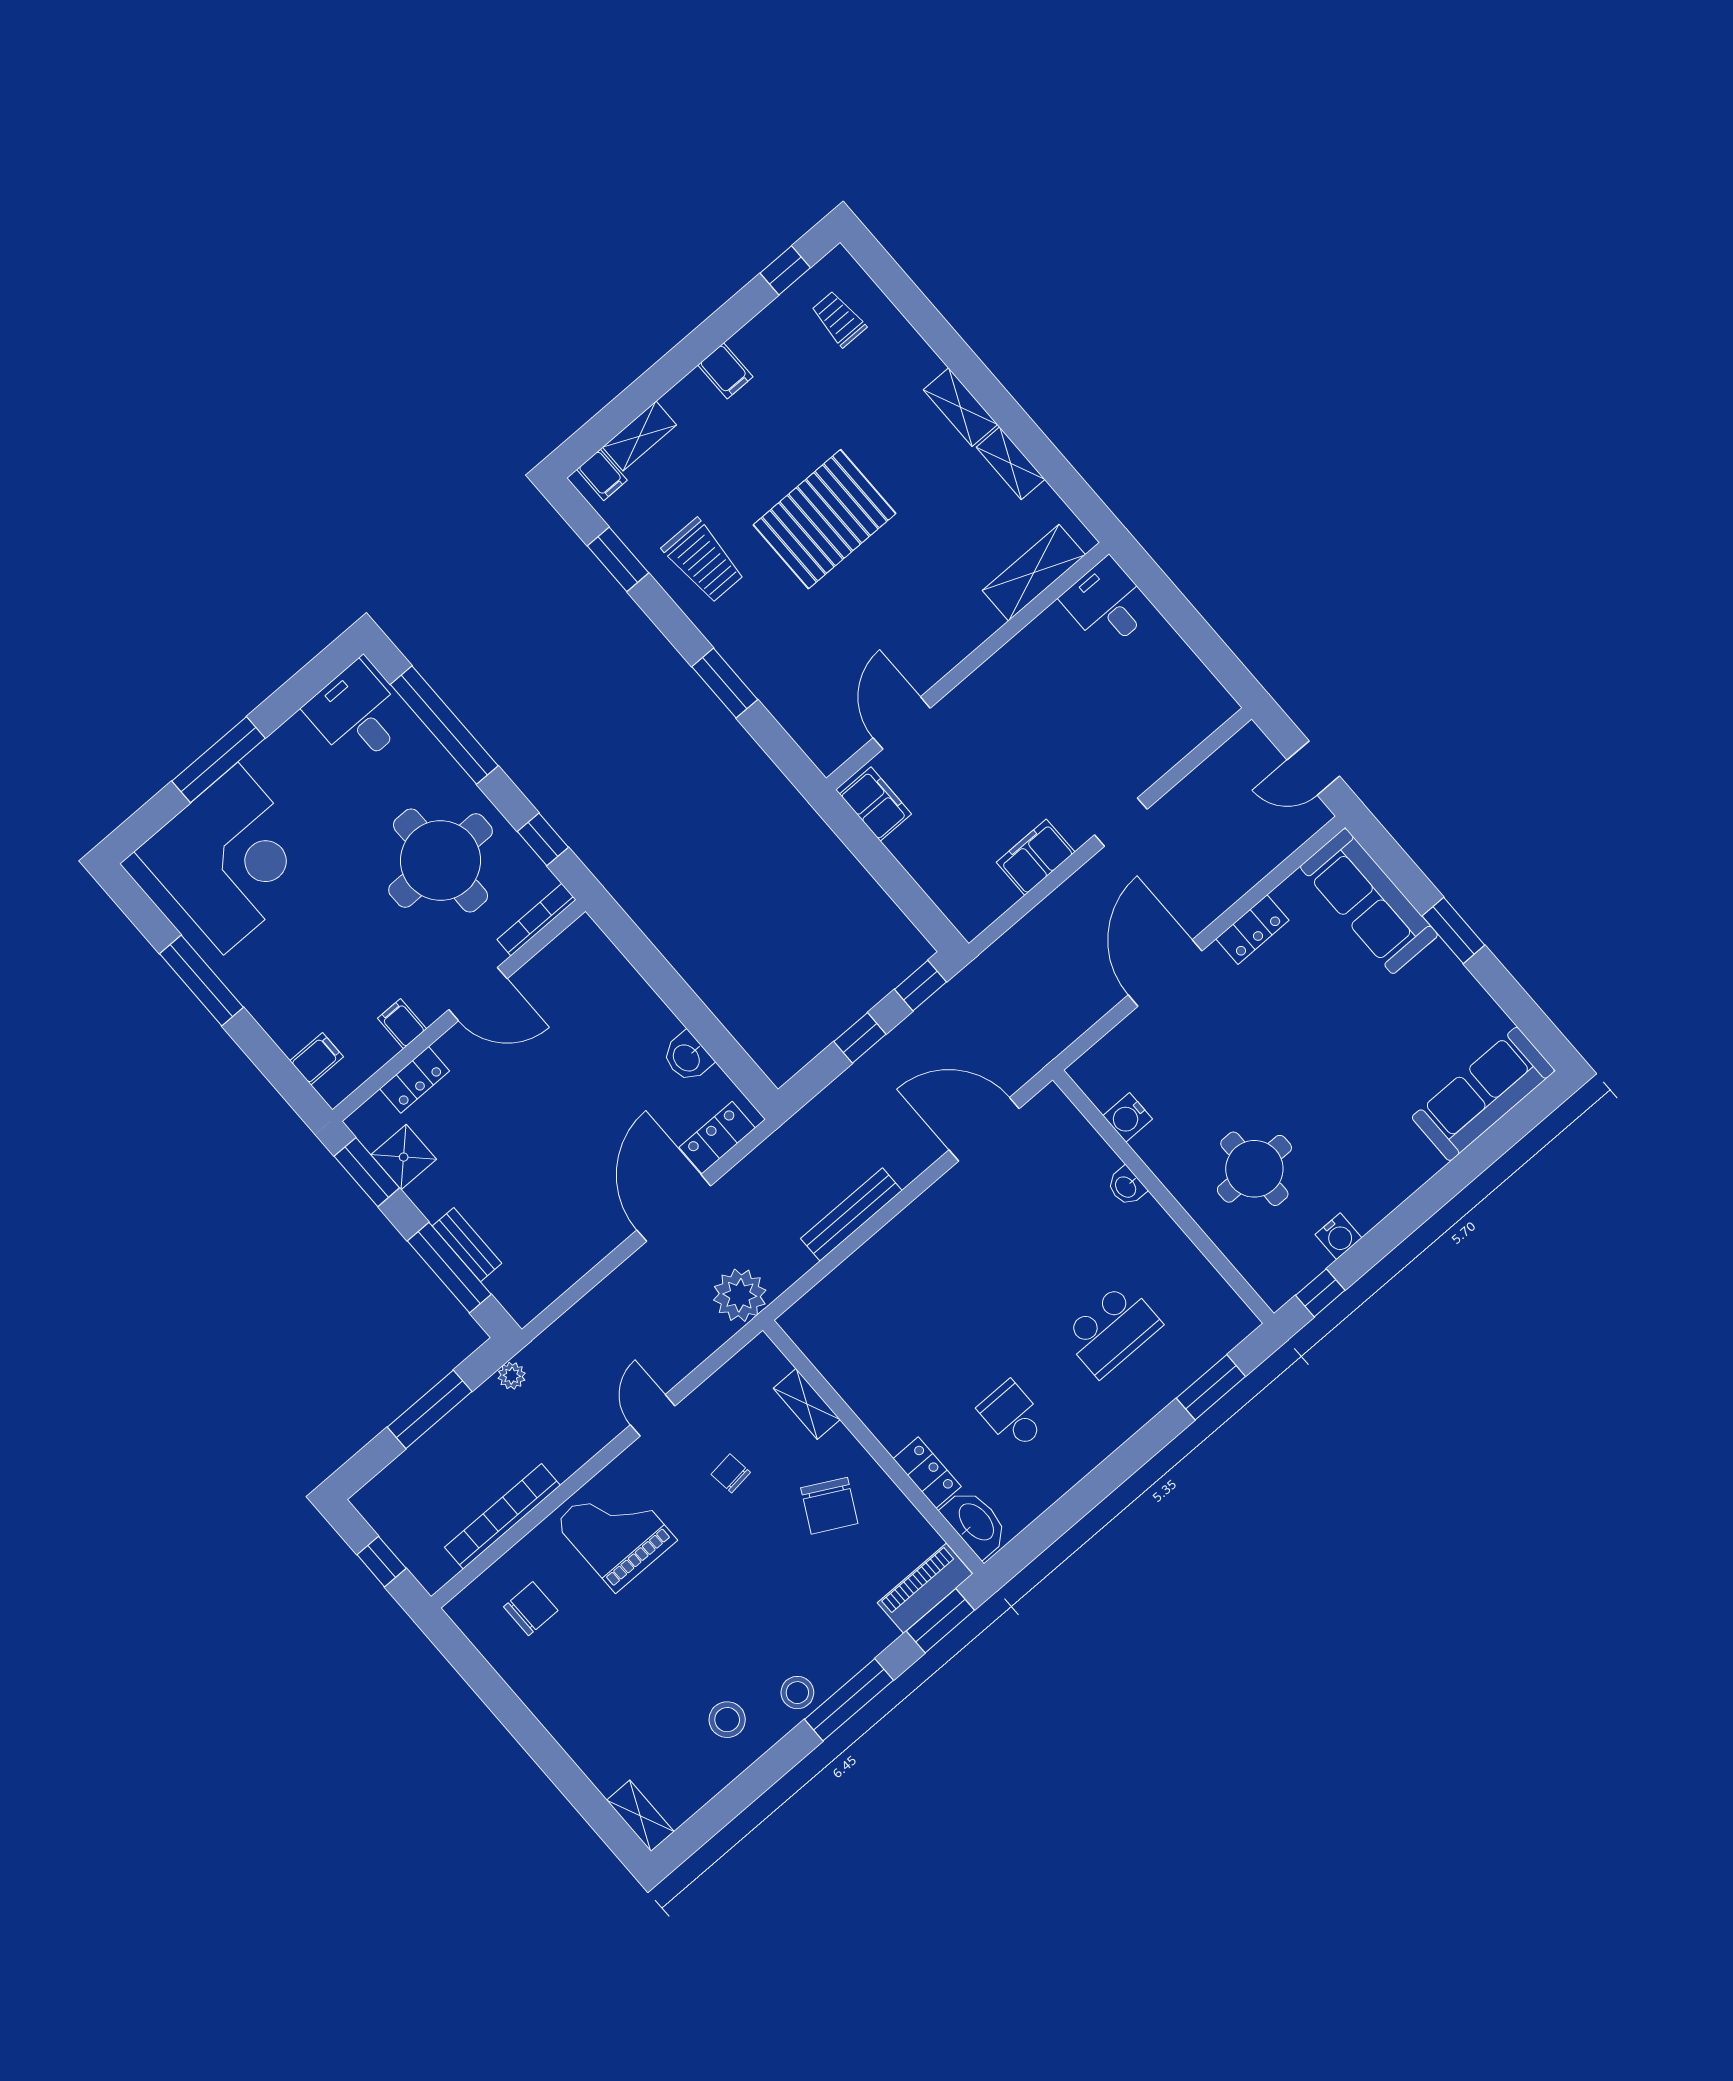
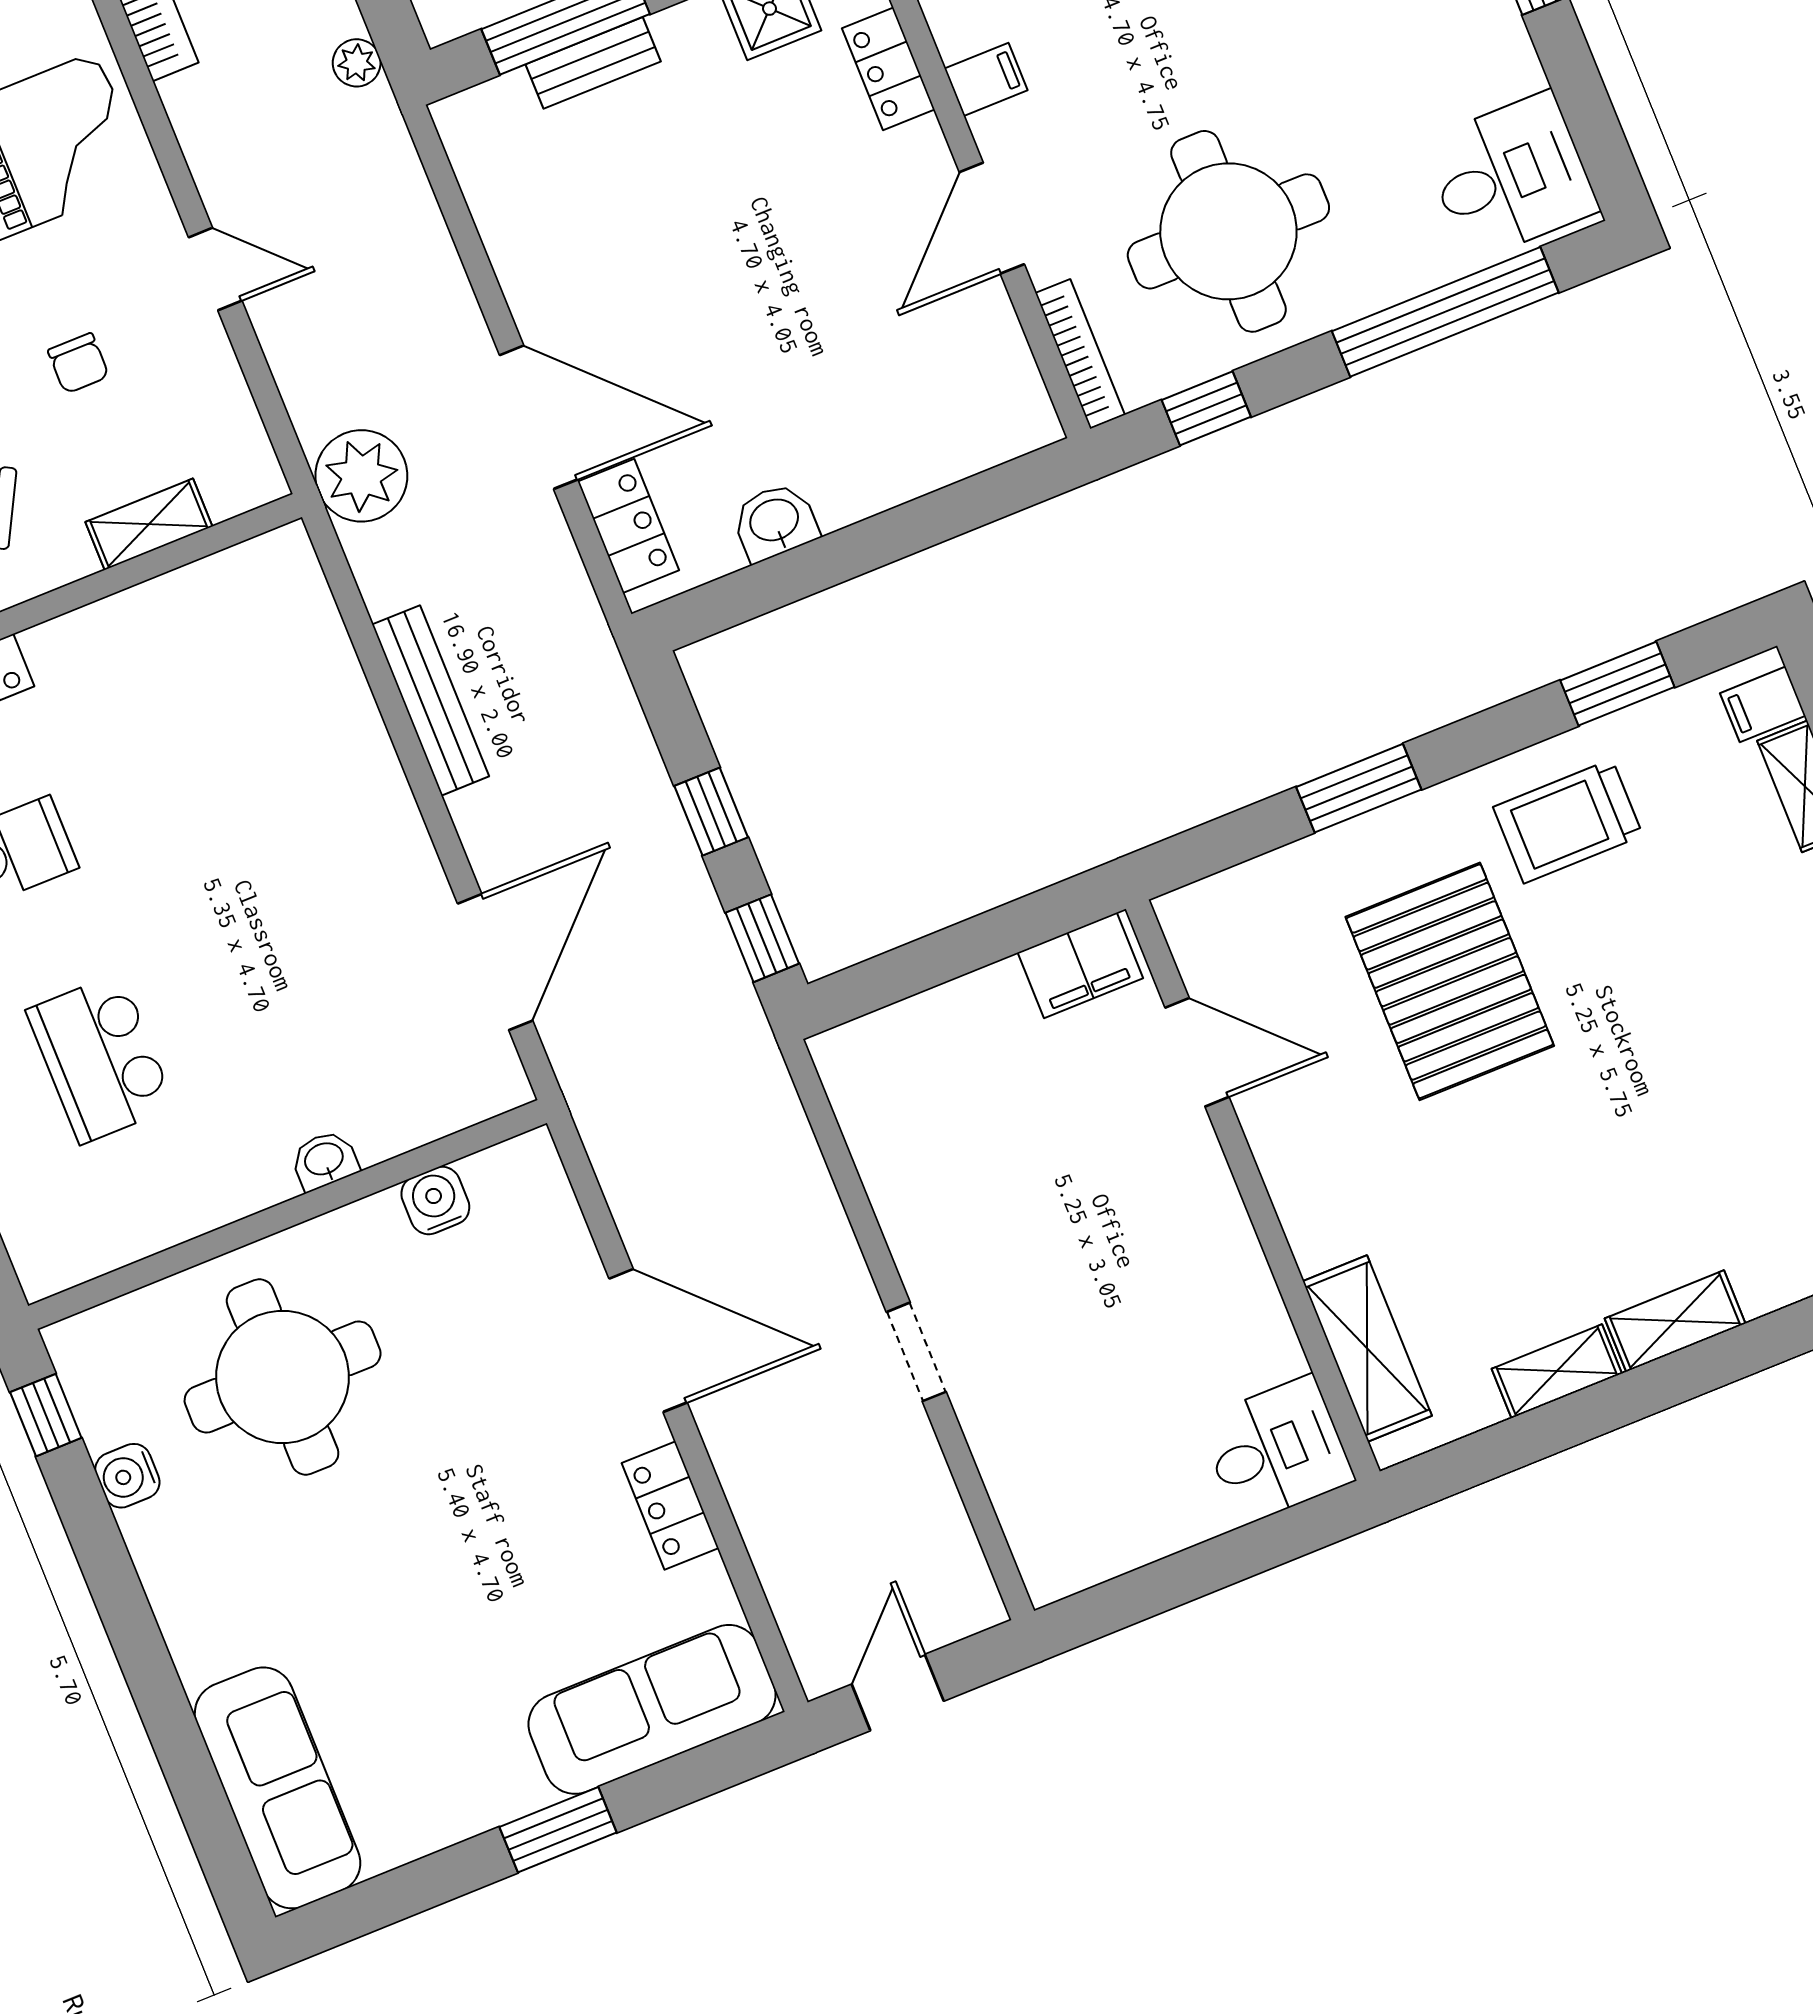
pallet: (825, 519) -> (1450, 981), moved
filing cabinet: (1036, 857) -> (907, 1195), removed
round table: (1254, 1169) -> (283, 1377), width x1.36, depth x1.36
chair: (731, 1473) -> (78, 363), turned 97

